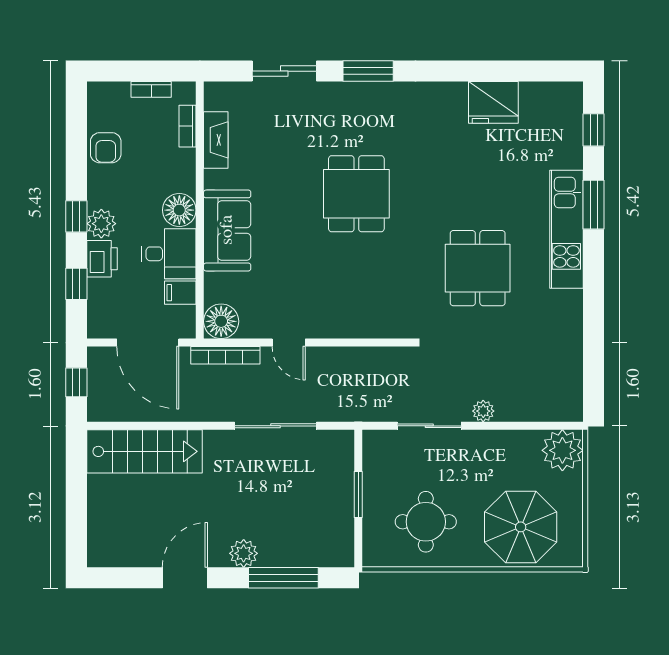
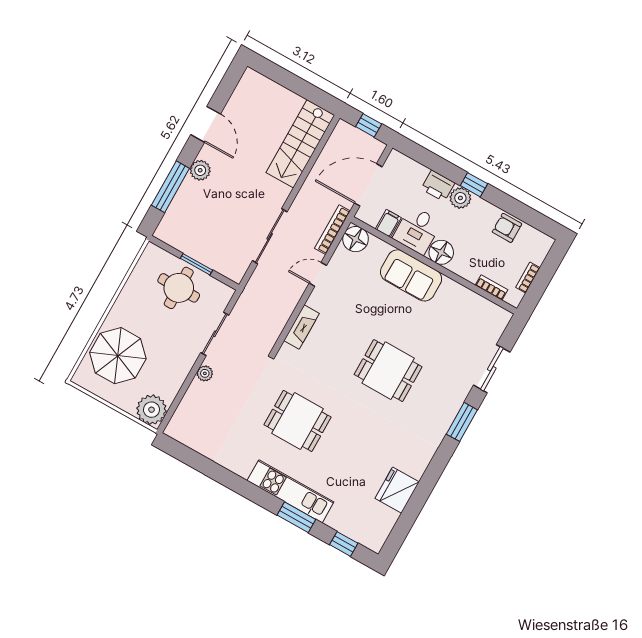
fireplace: (216, 140) -> (302, 327), moved, turned -90
window: (76, 284) -> (431, 161), removed
round table: (426, 522) -> (179, 288), moved

